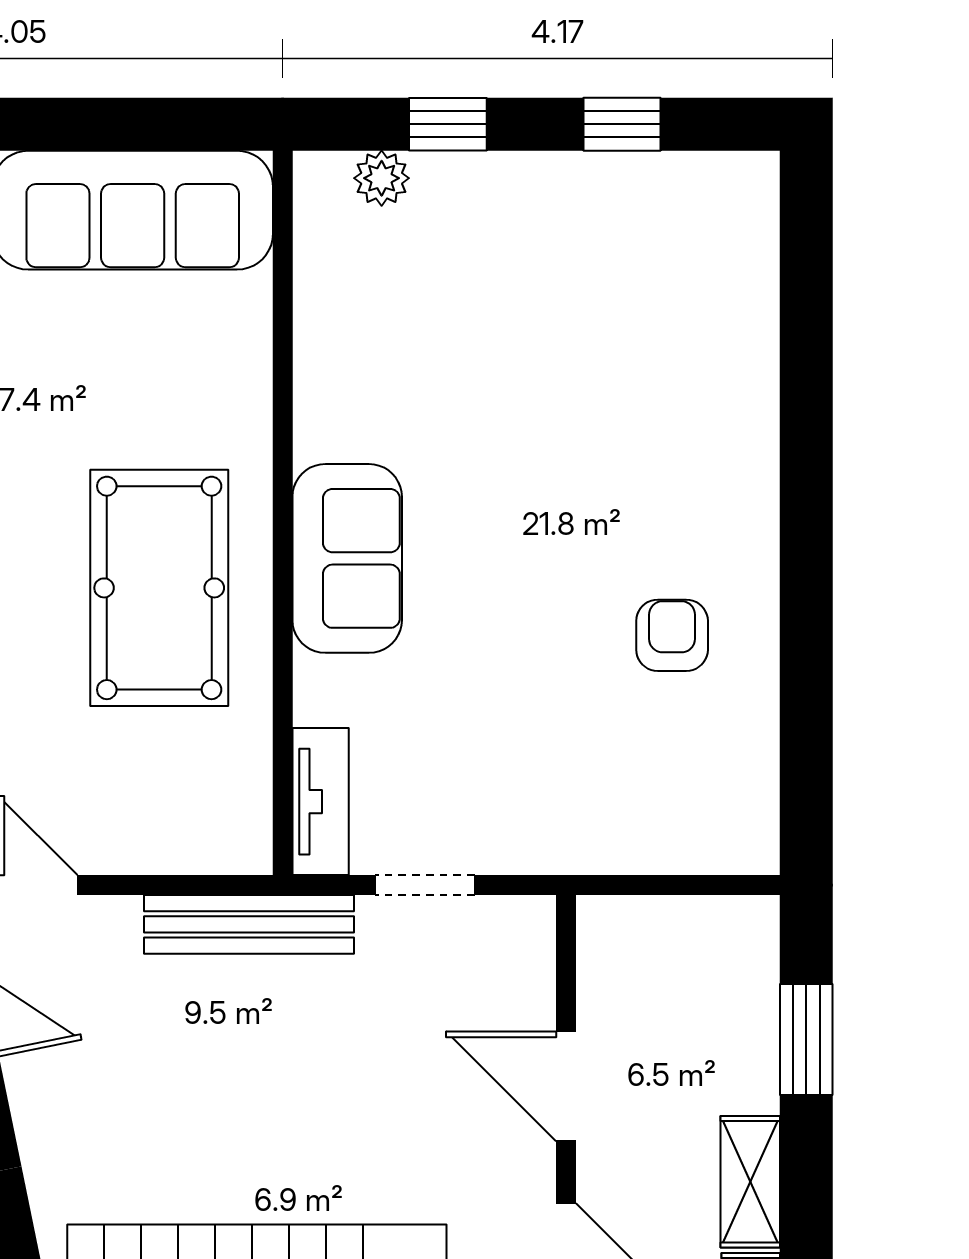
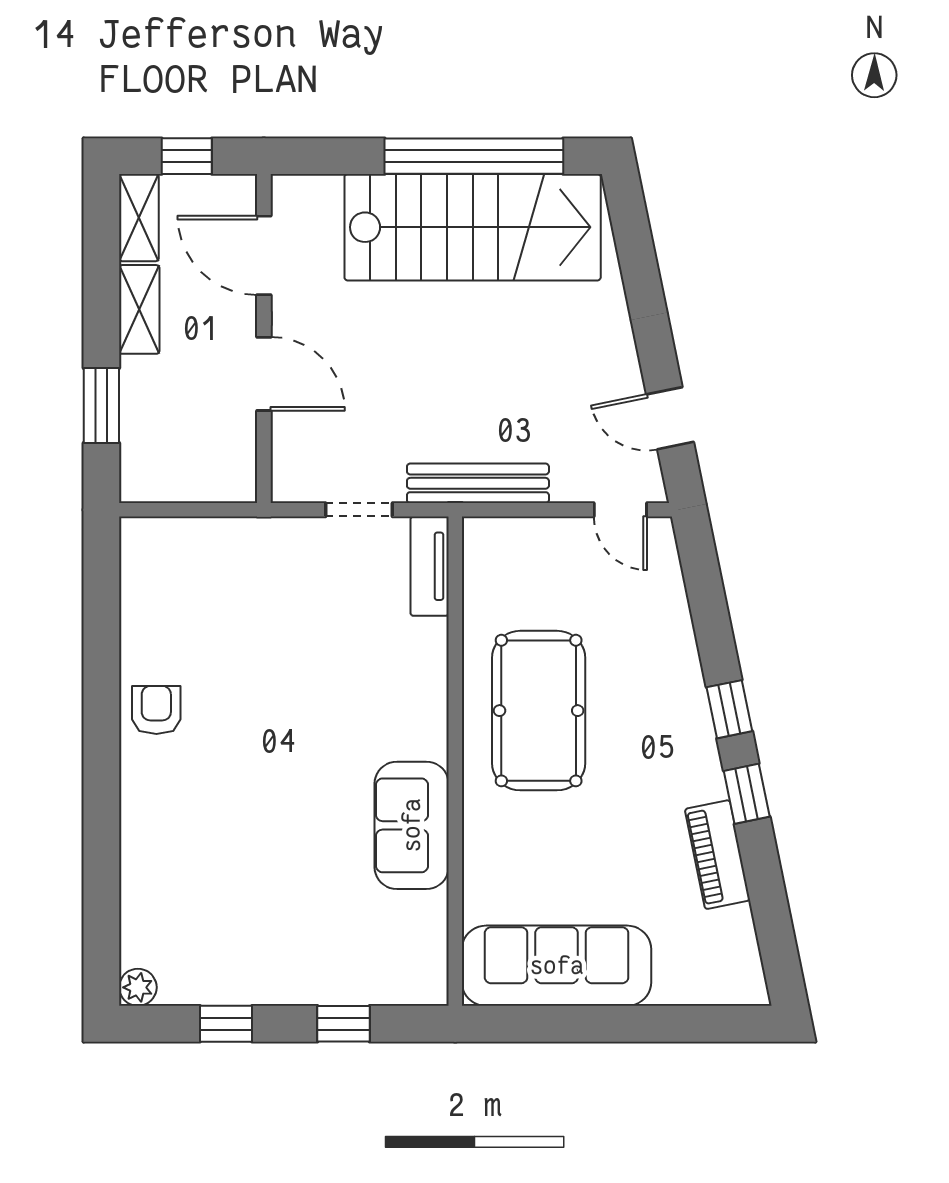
plant: (382, 178) -> (138, 987), moved
sofa: (347, 558) -> (412, 825), moved
armchair: (672, 635) -> (156, 710), moved, turned 180

